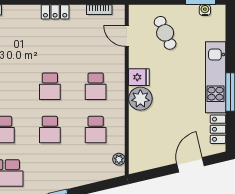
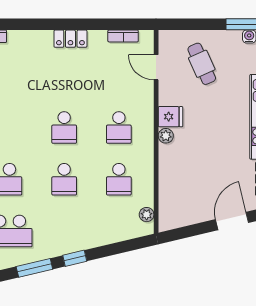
plant: (140, 99) -> (166, 136), width x0.53, depth x0.53

